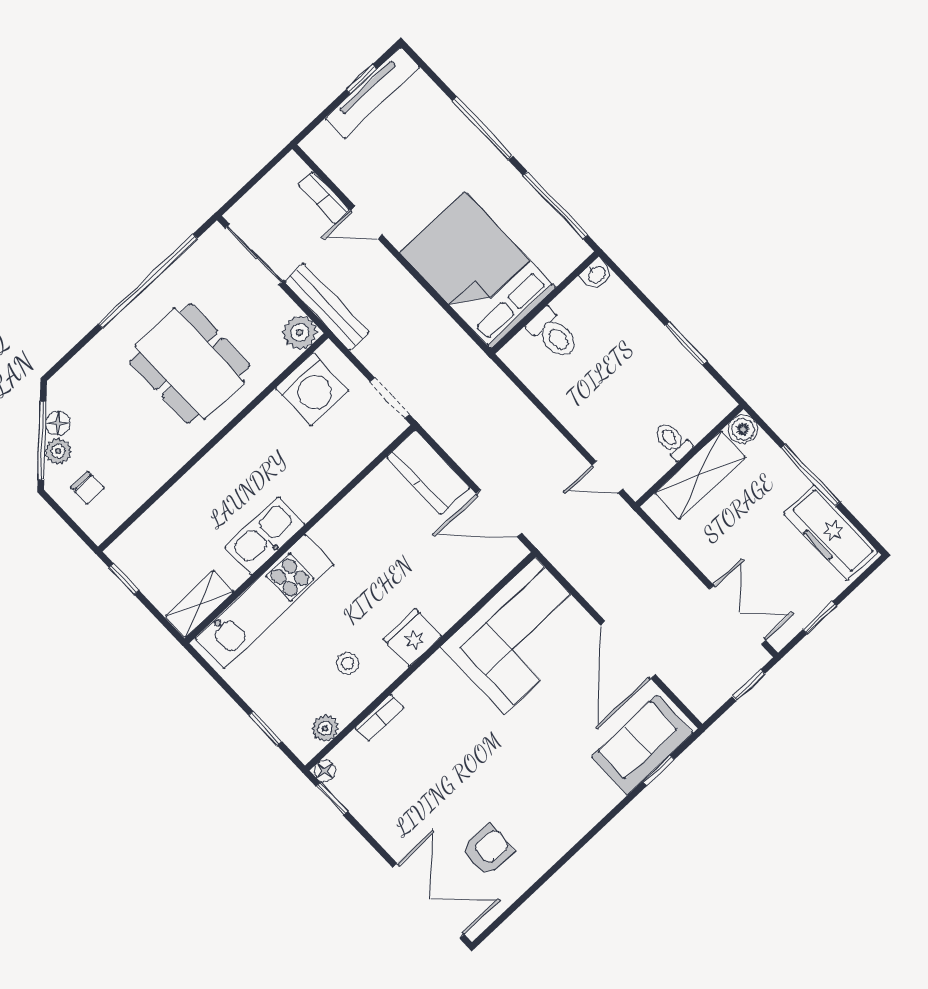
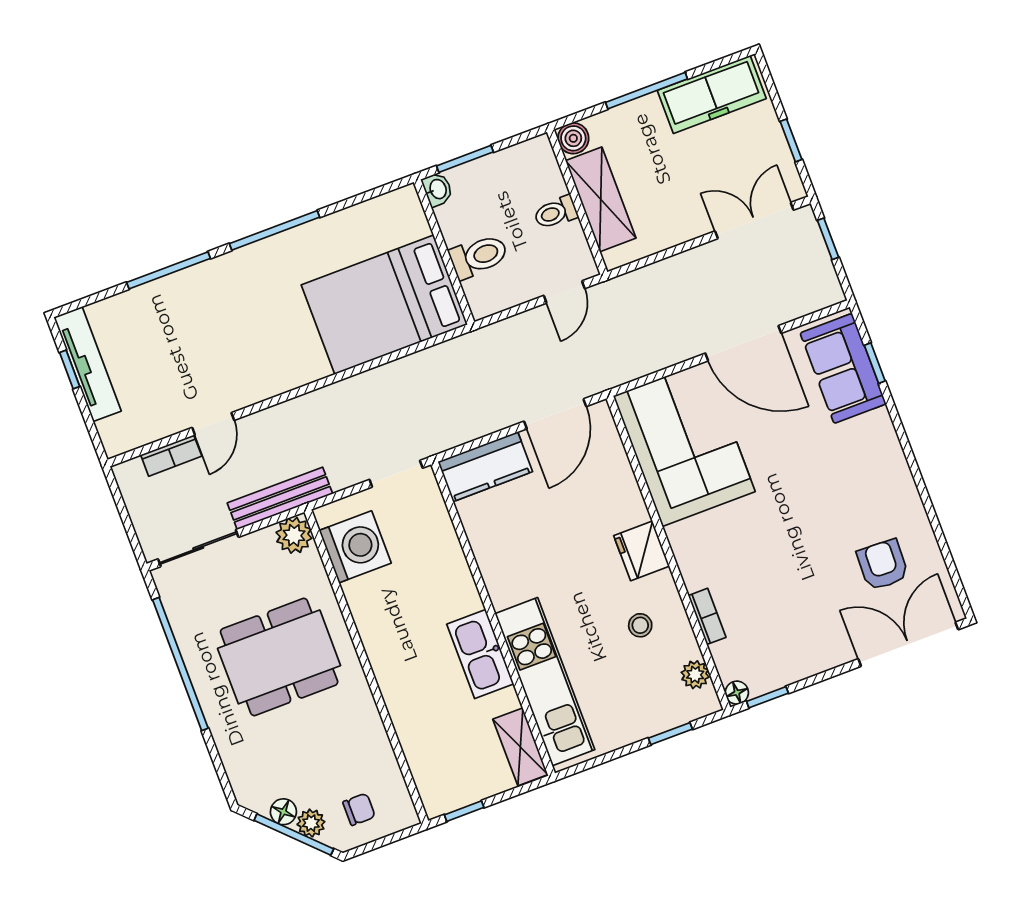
bed: (478, 270) -> (384, 305), moved
washbasin: (596, 274) -> (437, 189), moved
wall: (545, 303) -> (444, 252), moved
toilet: (554, 334) -> (479, 256), moved

